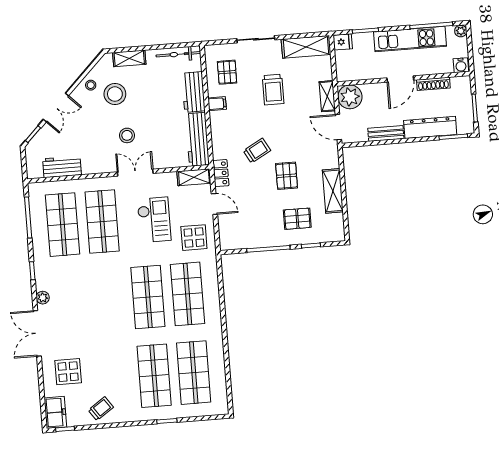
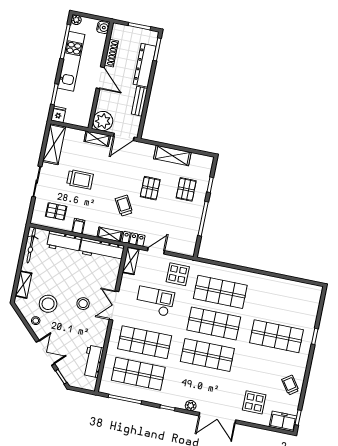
shelving: (218, 144) -> (110, 234), added
pallet: (287, 176) -> (150, 188), turned 90
shop shelf: (194, 373) -> (207, 355), moved

